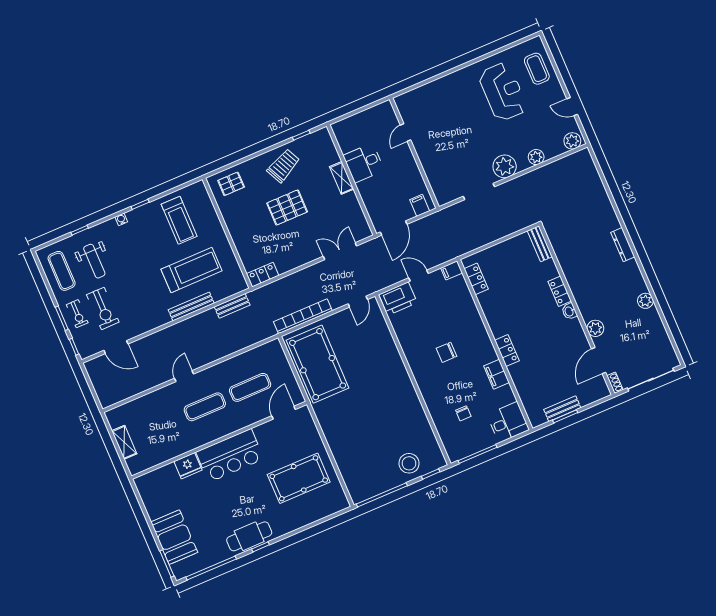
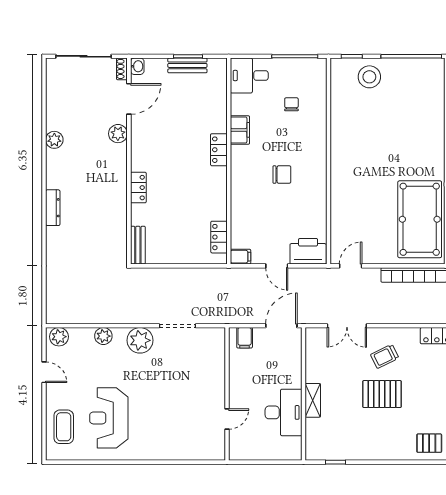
desk: (364, 163) -> (284, 412), width x1.37
trolley: (283, 166) -> (385, 356), moved, width x0.73, depth x0.72
washbasin: (569, 311) -> (137, 66), moved

